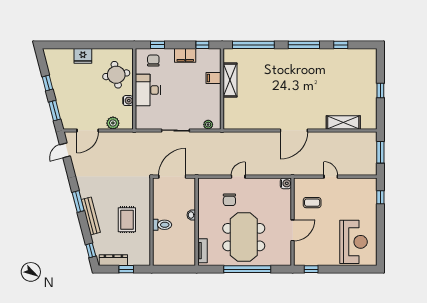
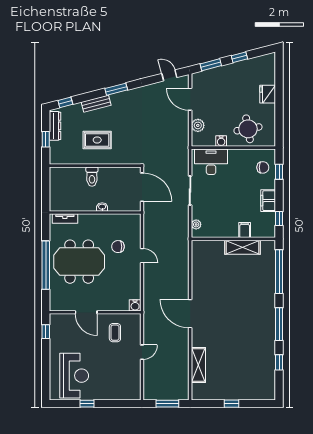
desk: (148, 90) -> (211, 162), moved
window: (380, 197) -> (87, 404), moved
bench: (91, 216) -> (96, 104), width x0.73
reception desk: (353, 242) -> (74, 376), turned -90

